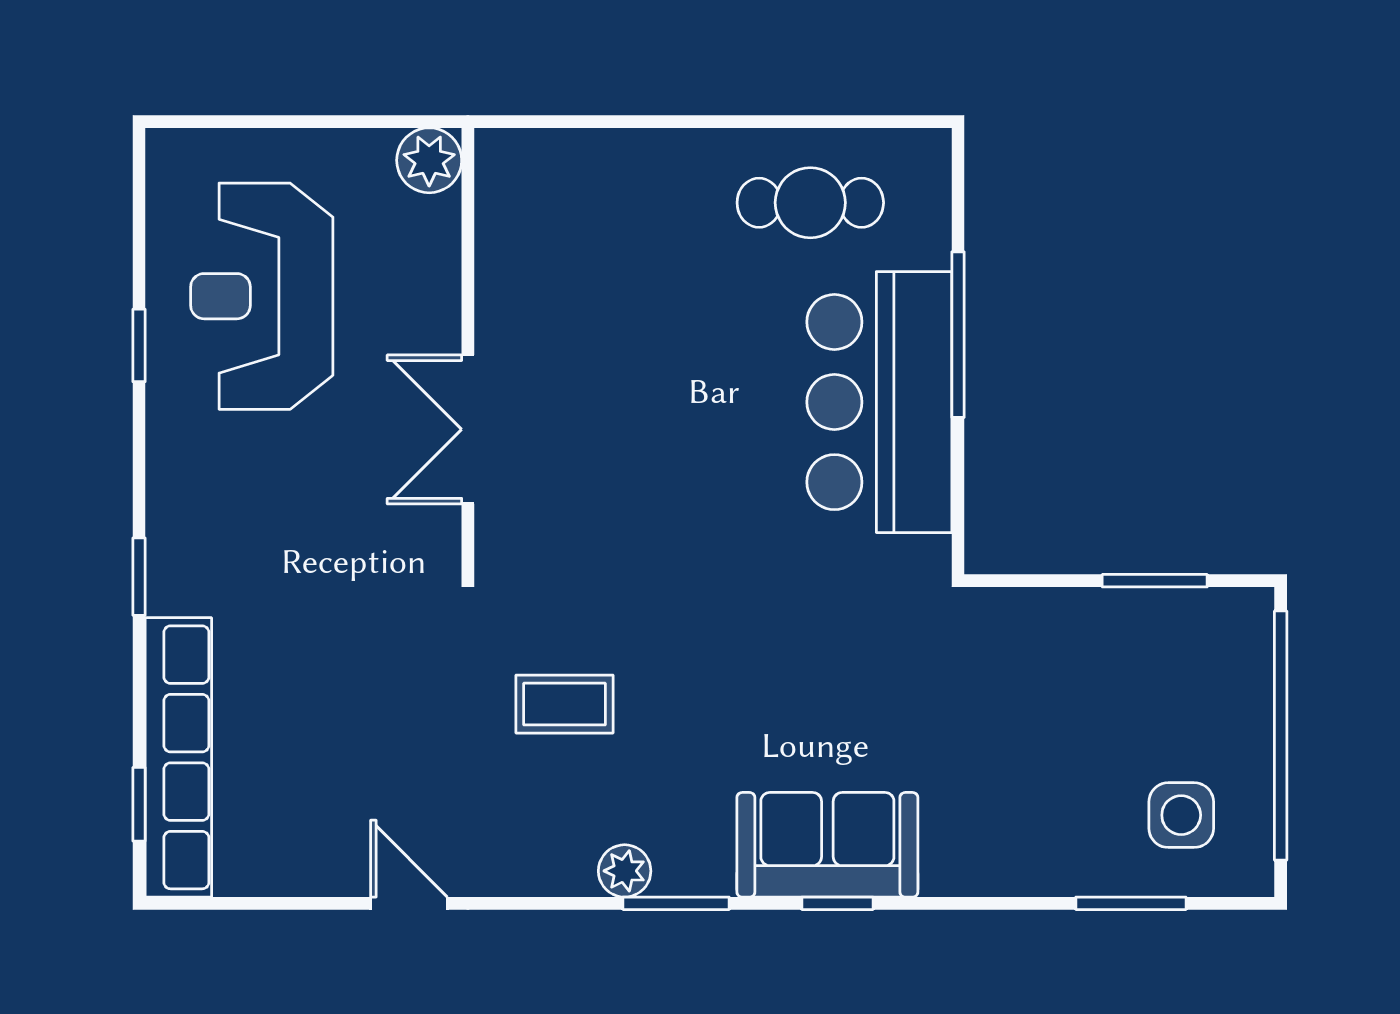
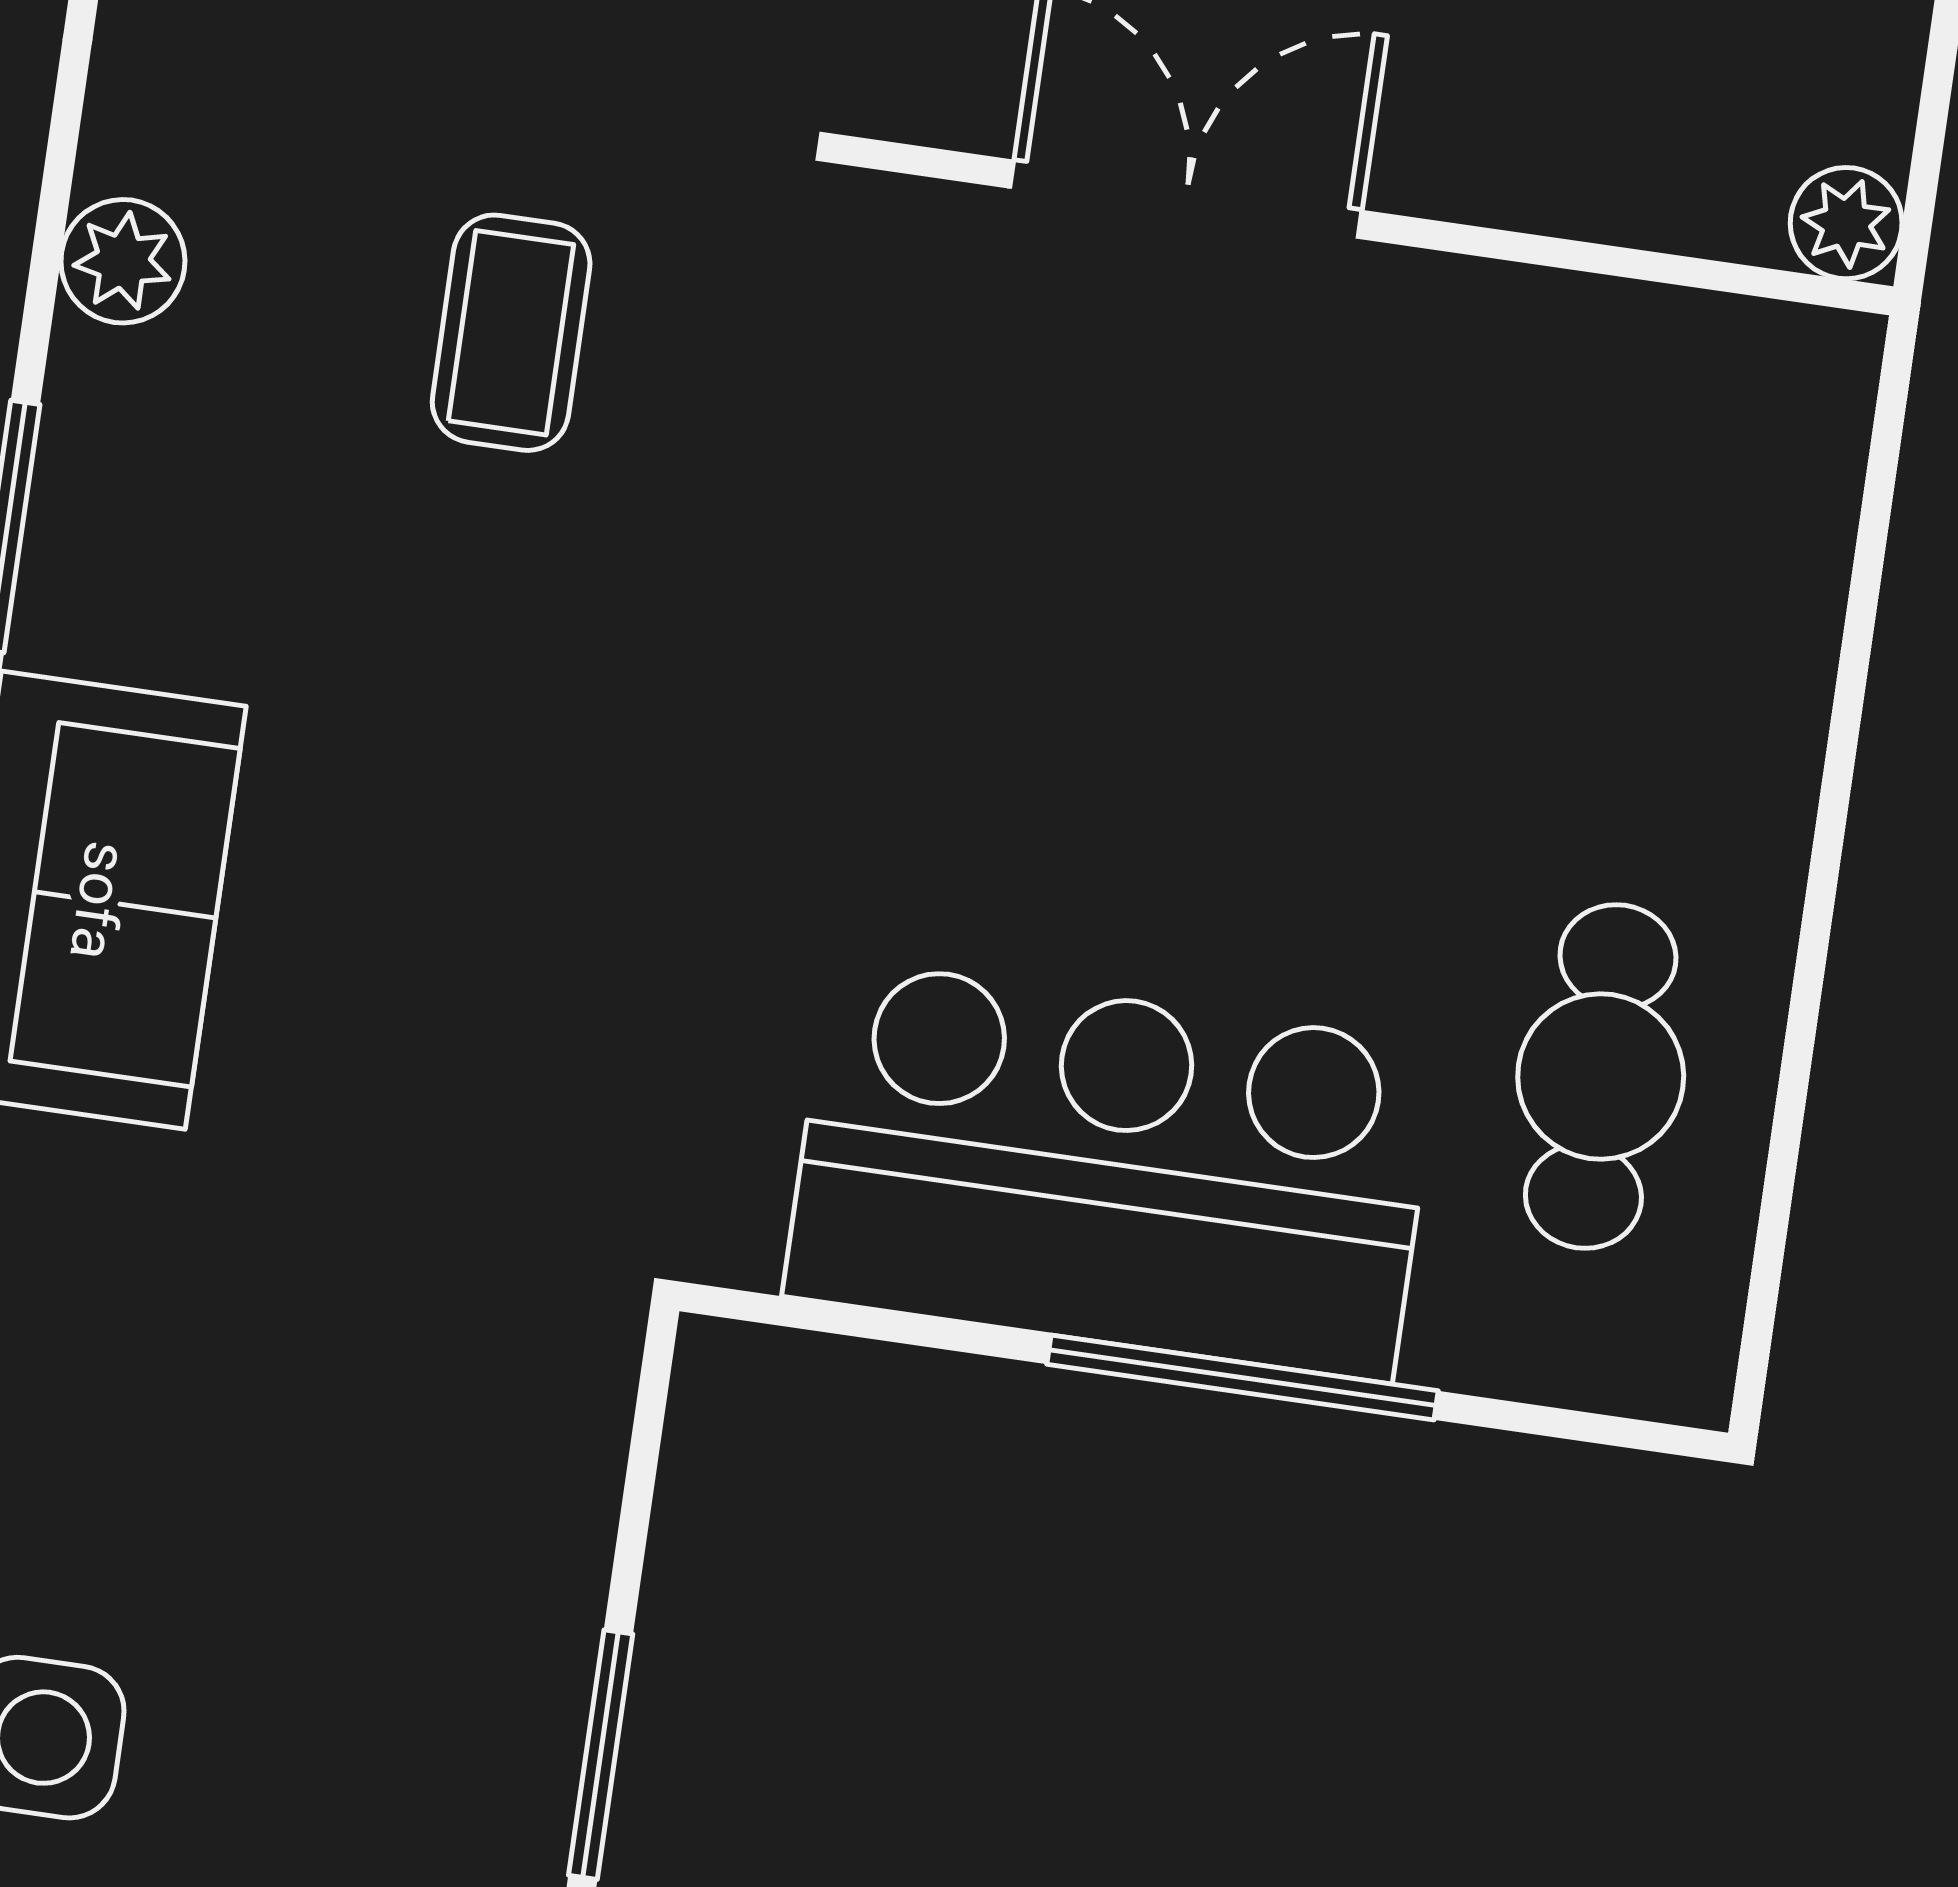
plant: (429, 160) -> (1846, 223), width x0.73, depth x0.73
plant: (625, 871) -> (123, 261), moved

